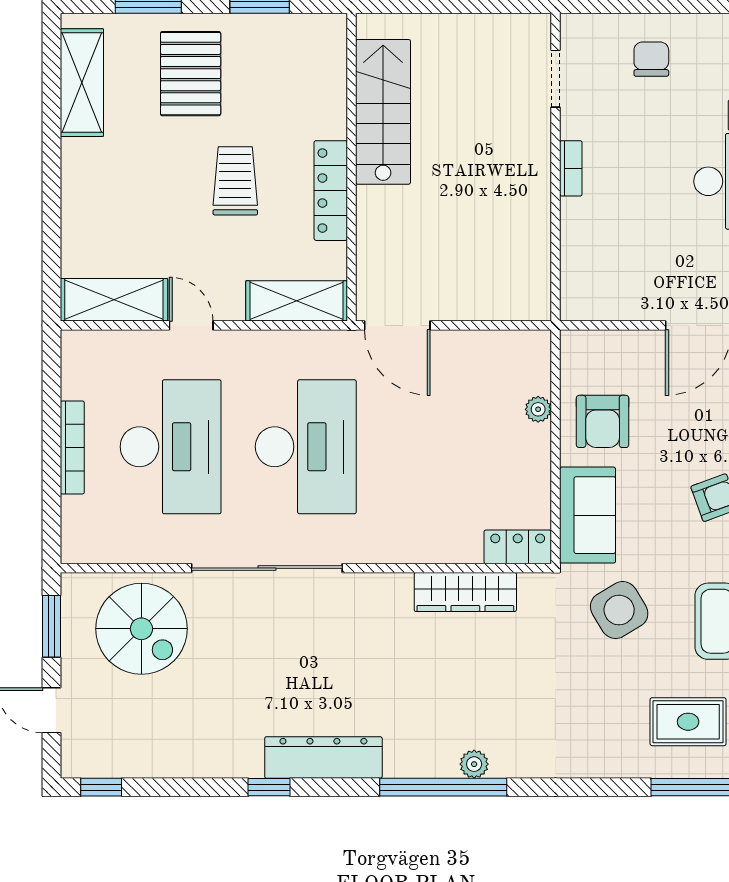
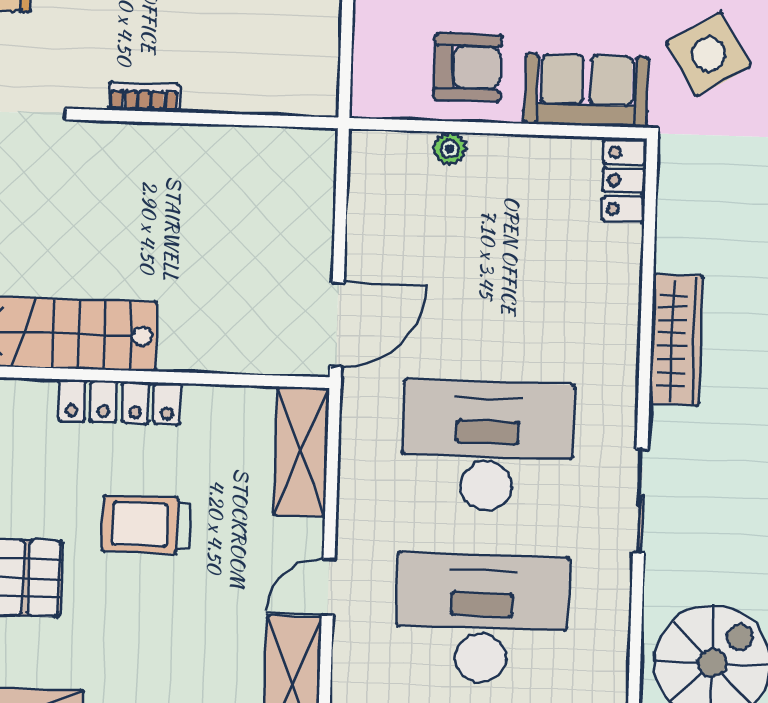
locker: (331, 191) -> (120, 402), moved
sliding door: (267, 568) -> (640, 501), width x0.54
wardrobe: (465, 592) -> (676, 340), moved

